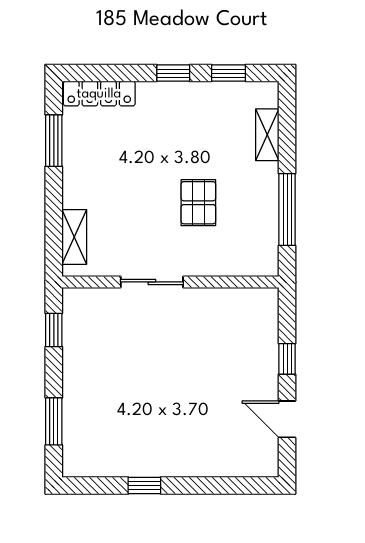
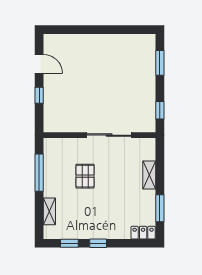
locker: (99, 94) -> (143, 233), width x0.66
shelving: (74, 237) -> (149, 175), moved
sliding door: (152, 282) -> (109, 135), width x1.37
window: (144, 485) -> (113, 30), removed

